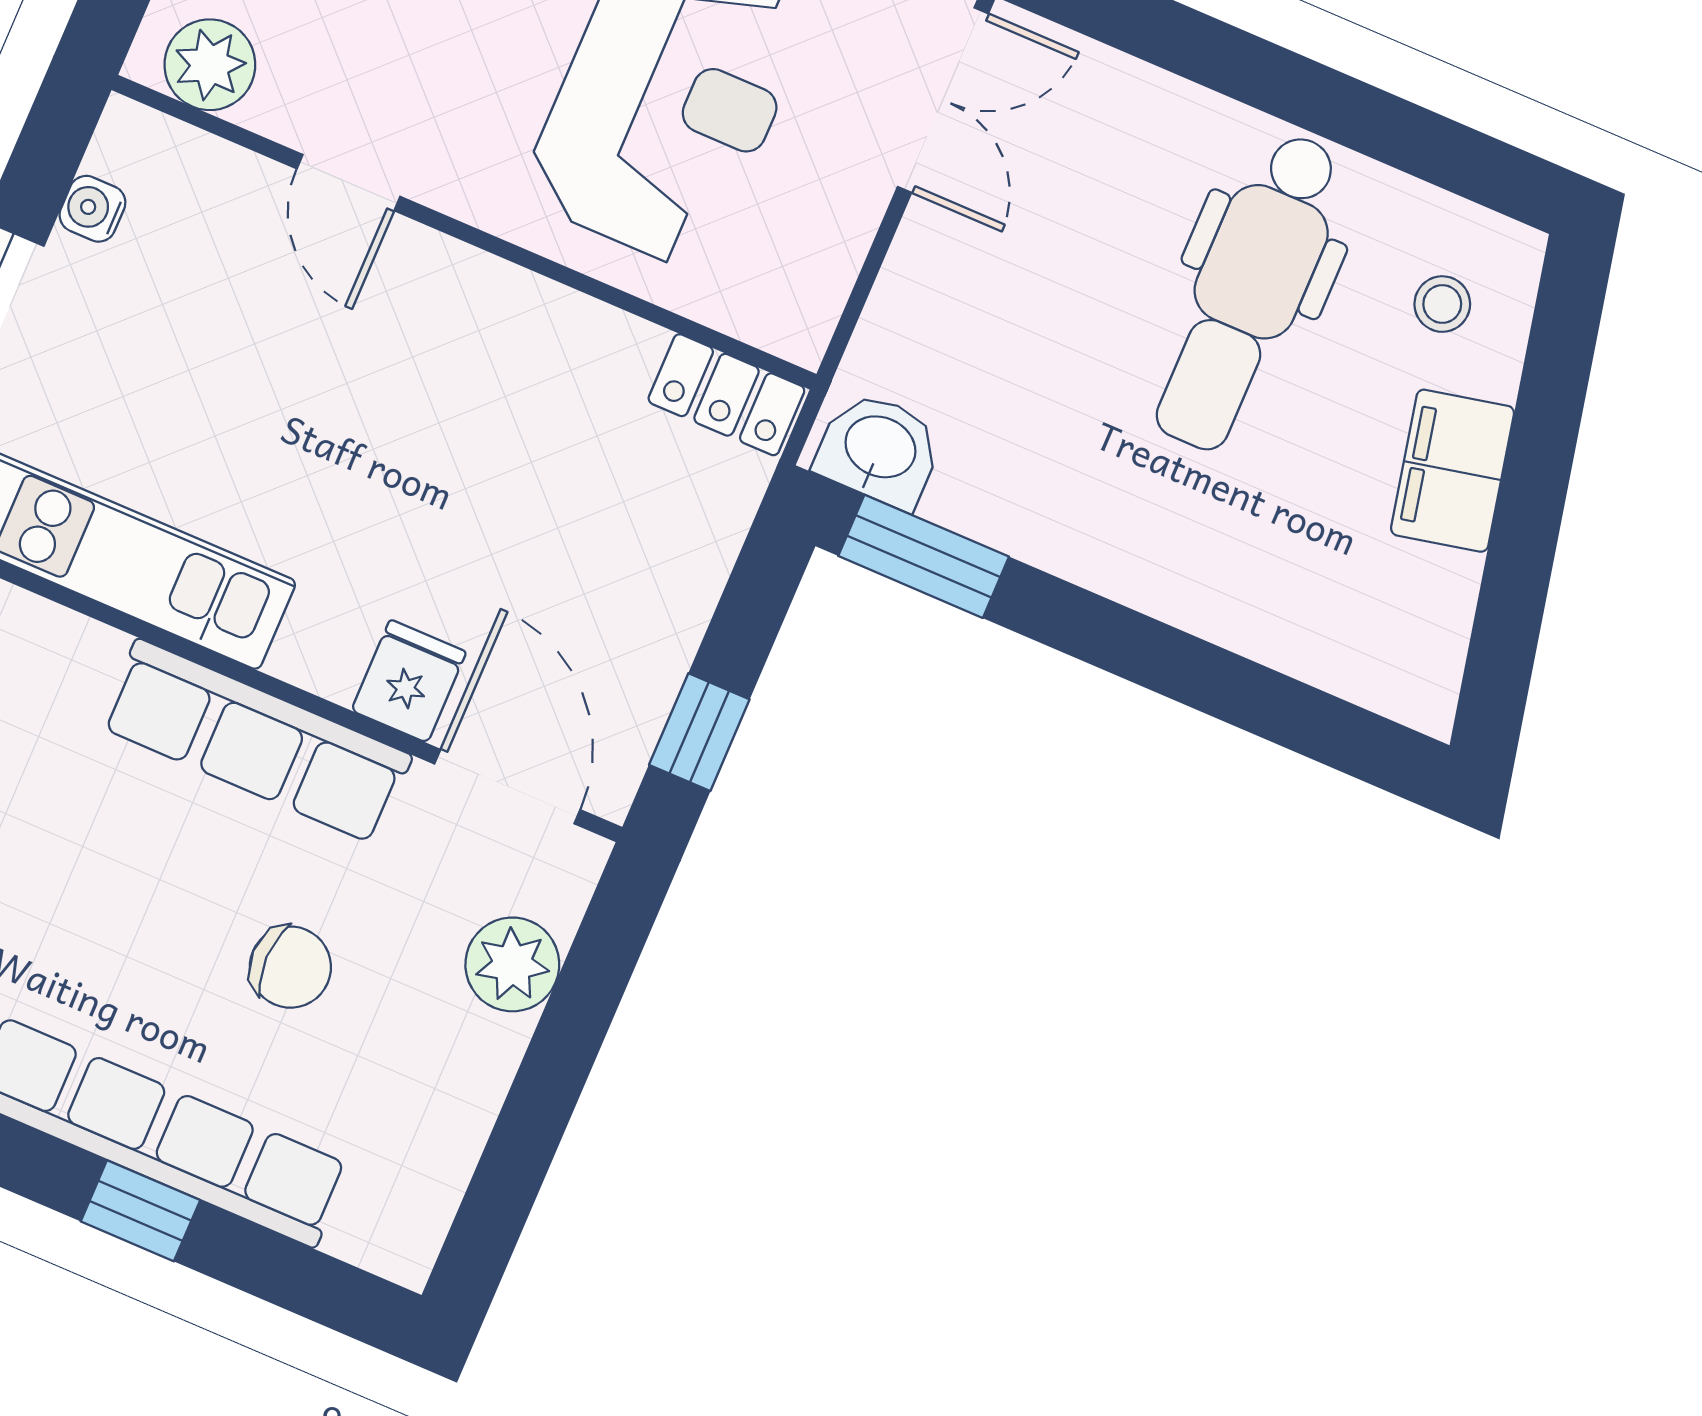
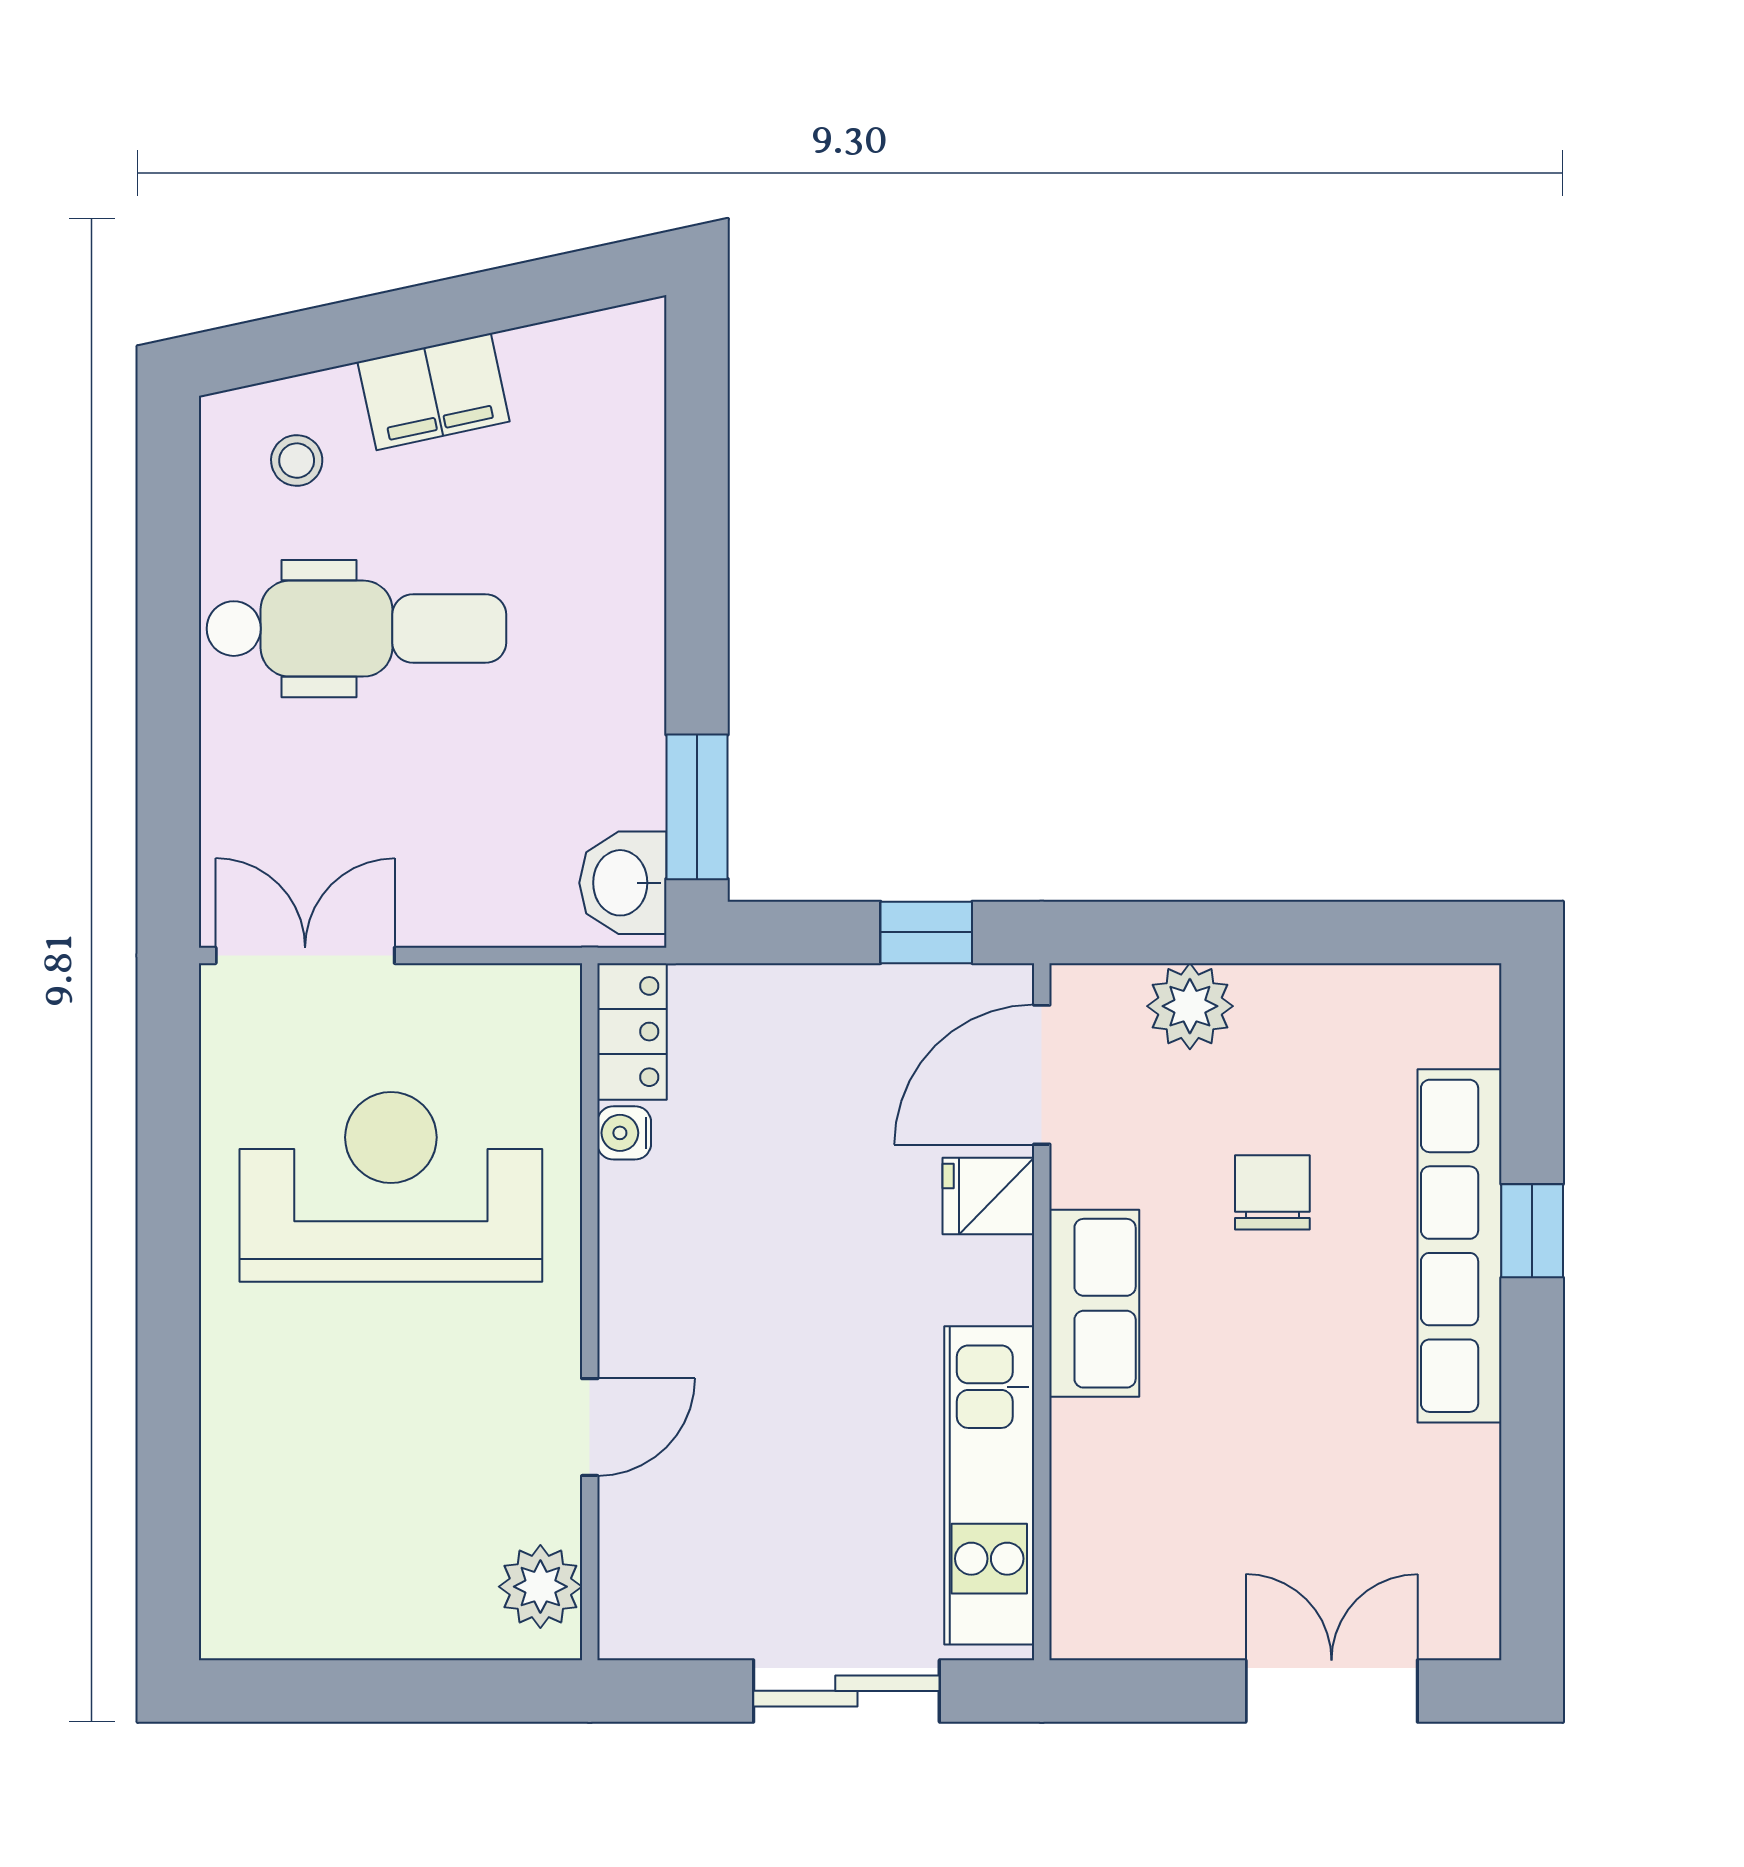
water cooler: (92, 209) -> (624, 1133), moved, turned 90
row of seats: (256, 741) -> (1094, 1303), width x0.68

